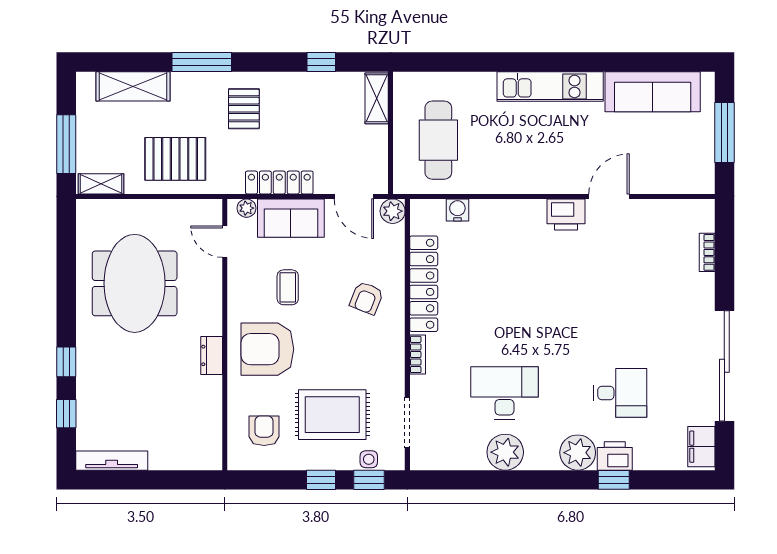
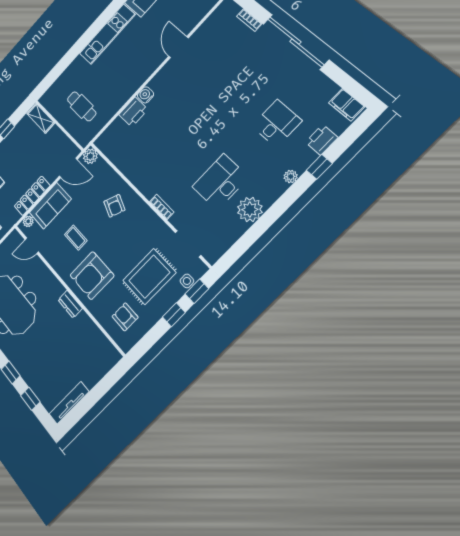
cafe table: (438, 140) -> (82, 106), width x0.73, depth x0.74
water cooler: (457, 210) -> (146, 95), moved
printer: (566, 215) -> (133, 112), moved
locker: (424, 284) -> (134, 172), removed
sliding door: (724, 366) -> (295, 42), moved
plant: (578, 453) -> (291, 177), width x0.53, depth x0.53
printer: (615, 456) -> (322, 140), moved

